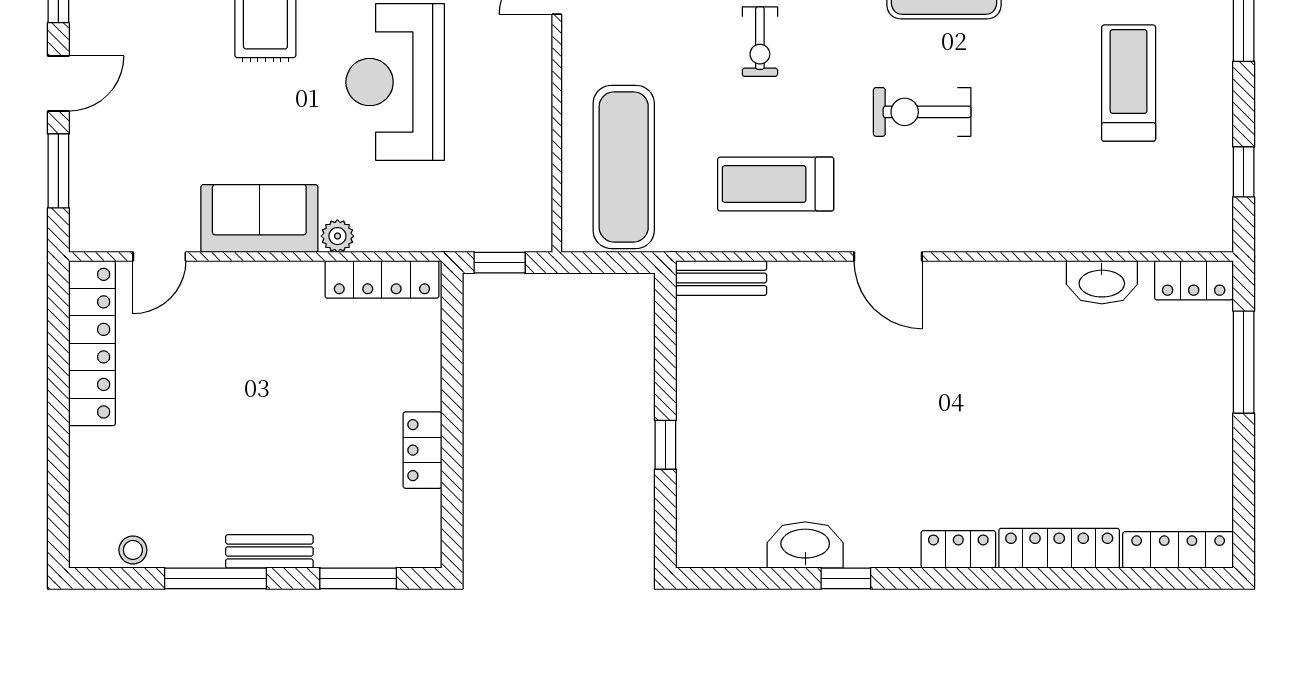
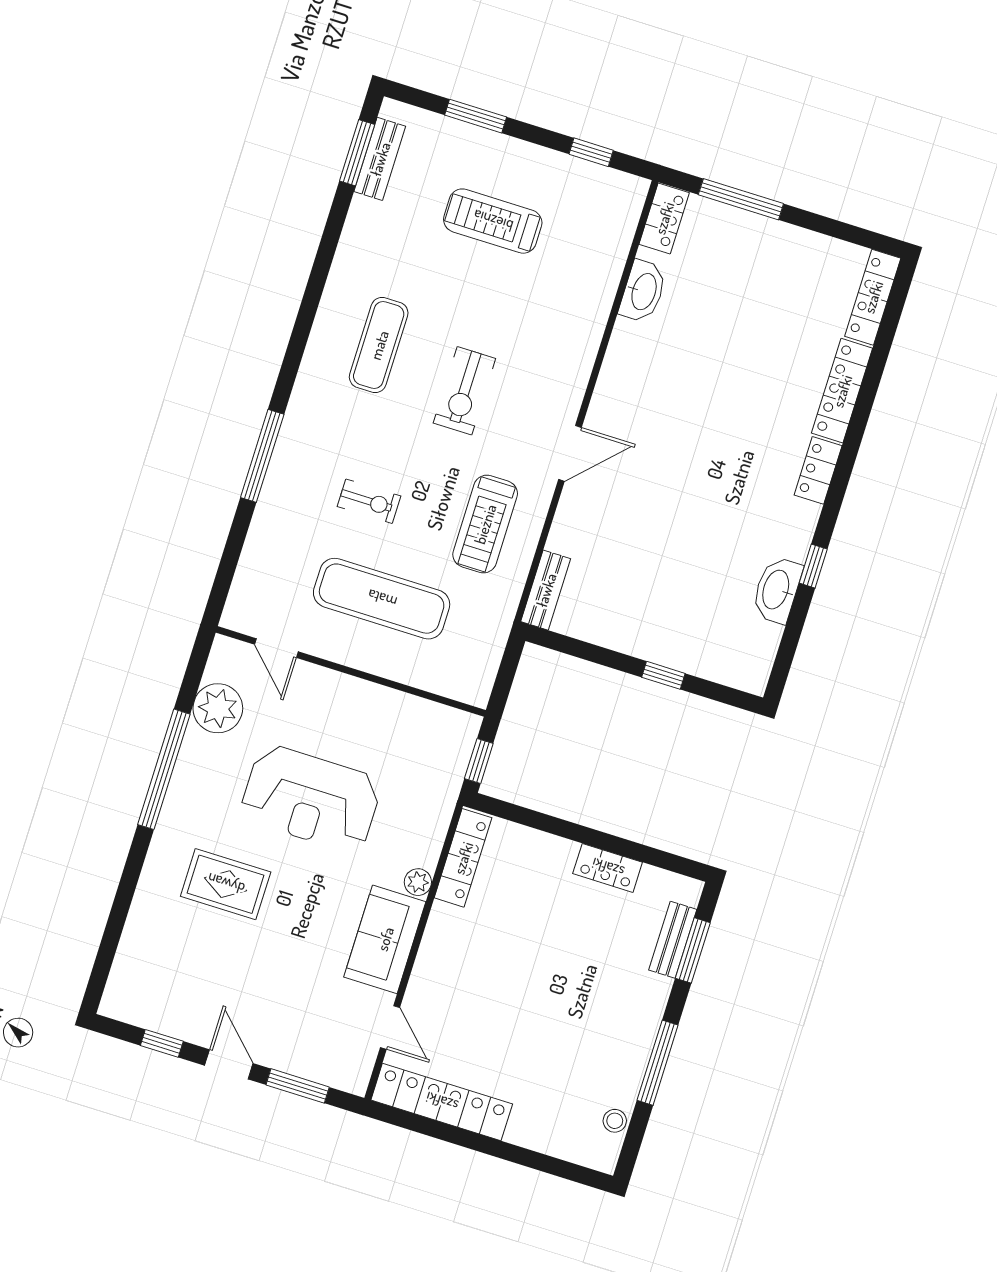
exercise mat: (624, 167) -> (382, 599), moved
bench: (269, 551) -> (673, 940), moved

